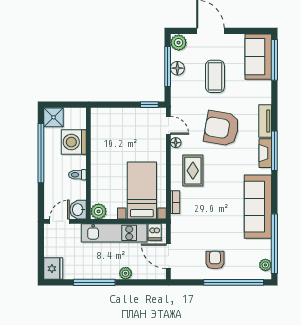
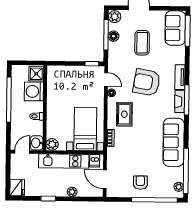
shower: (54, 117) -> (36, 74), moved
window: (94, 282) -> (48, 199), width x0.46

